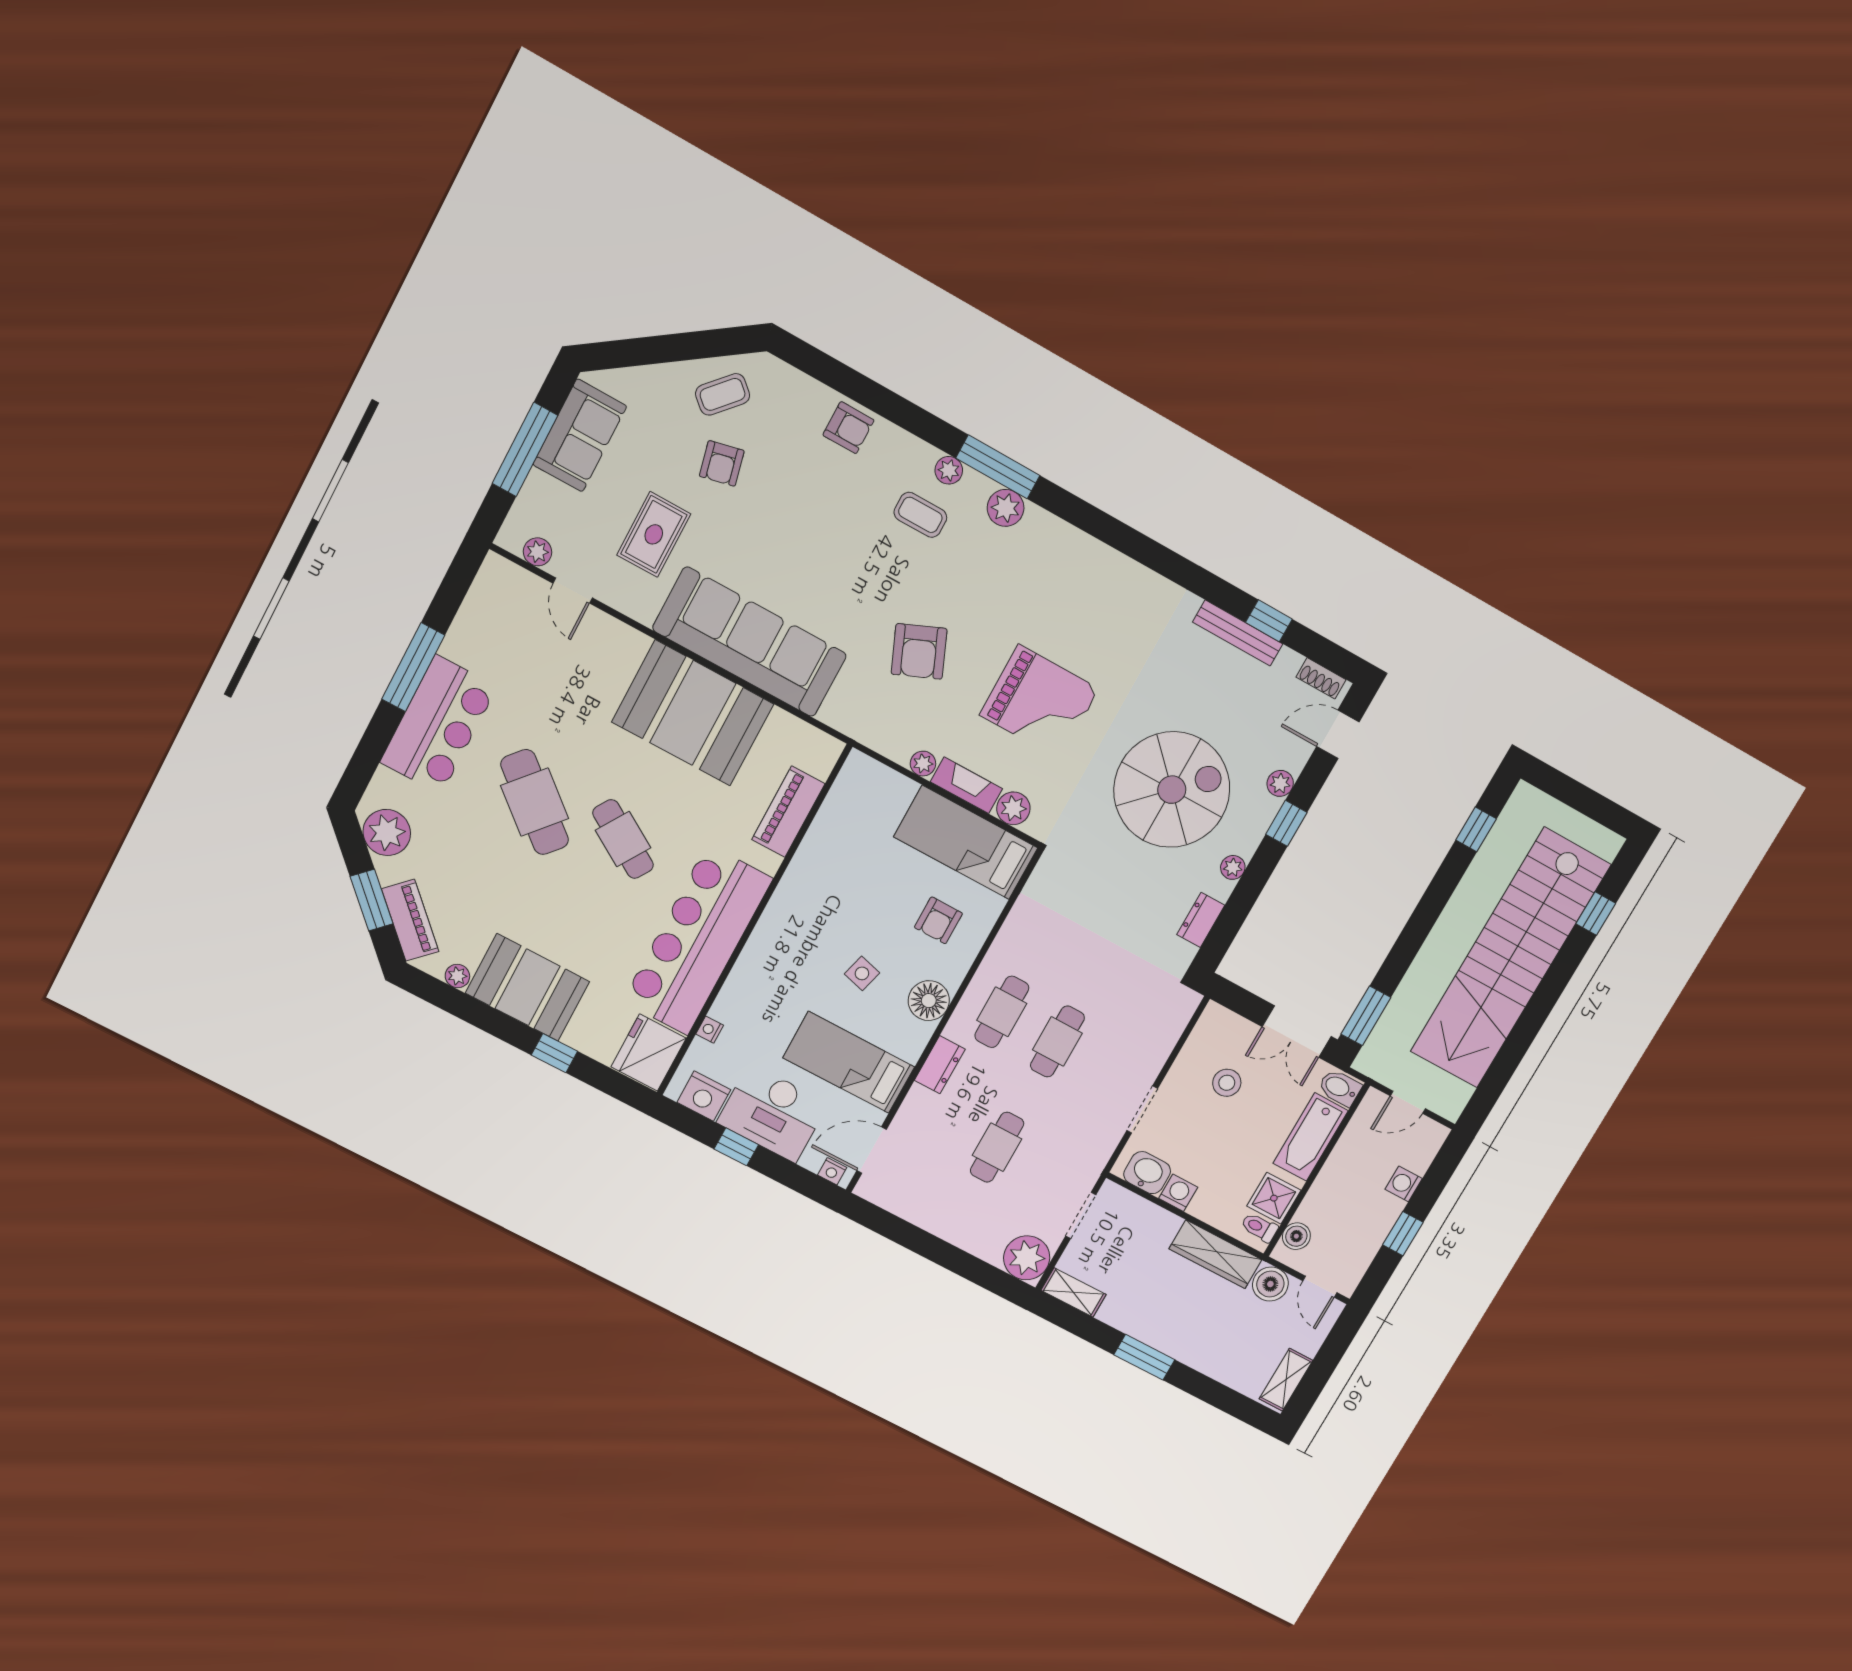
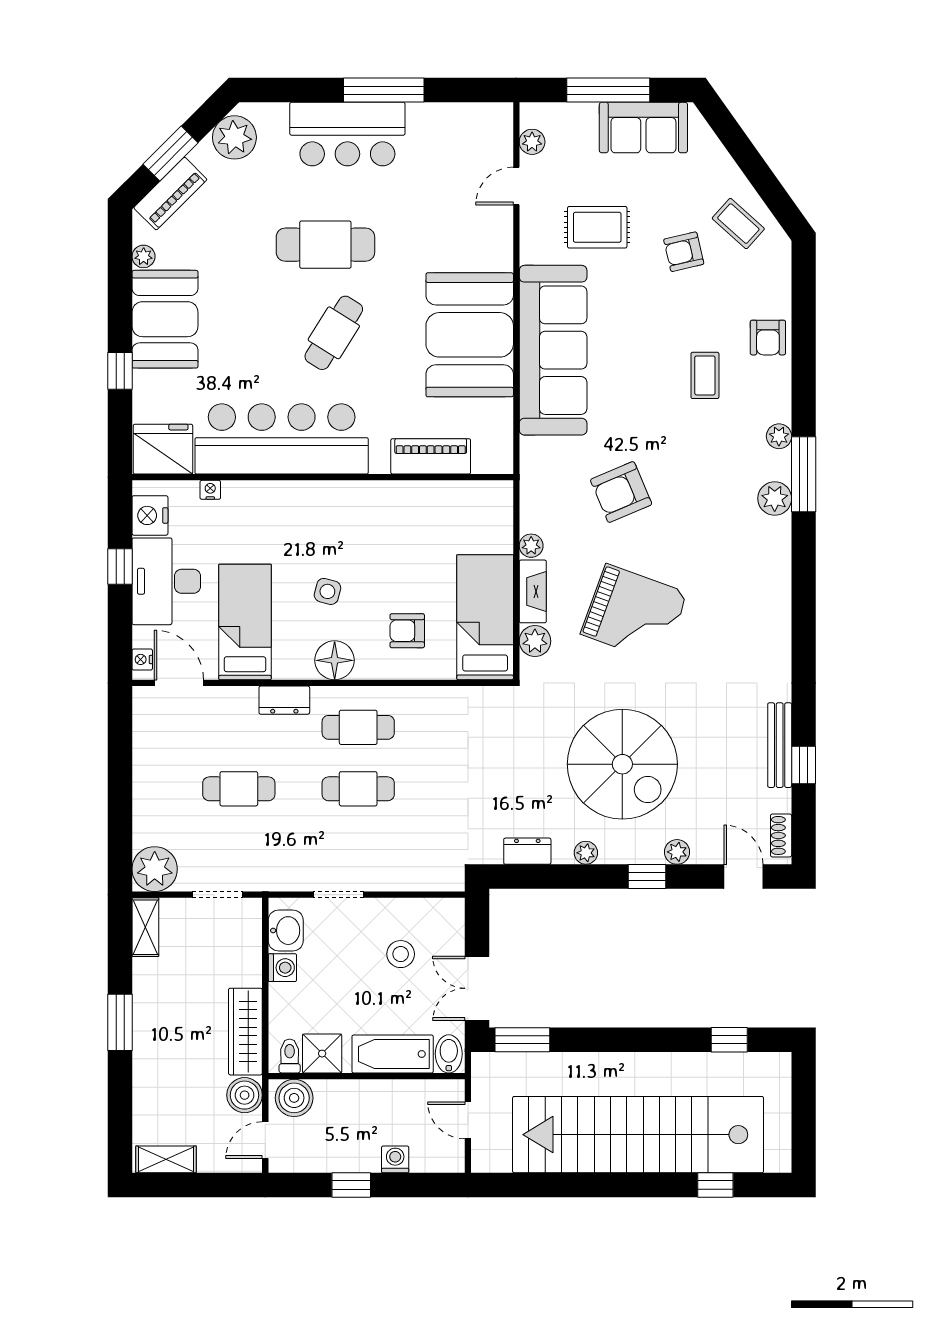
coffee table: (920, 515) -> (705, 375), moved
grand piano: (1039, 702) -> (634, 614), turned -70
cafe table: (535, 802) -> (325, 245), turned 49
boiler: (1296, 1236) -> (294, 1098), width x1.36, depth x1.36

